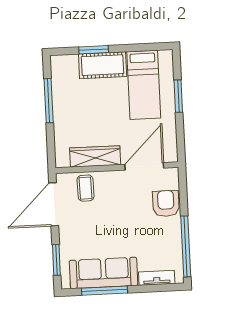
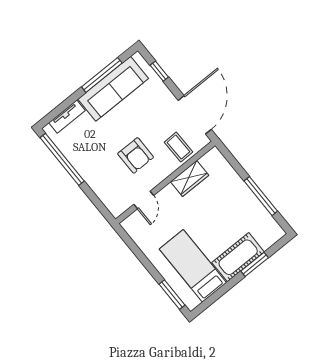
window: (178, 96) -> (172, 295), moved
wardrobe: (95, 156) -> (190, 179), width x0.67
door: (144, 166) -> (144, 200), width x0.53
armchair: (166, 203) -> (136, 155), moved
window: (56, 260) -> (159, 71), width x0.67

